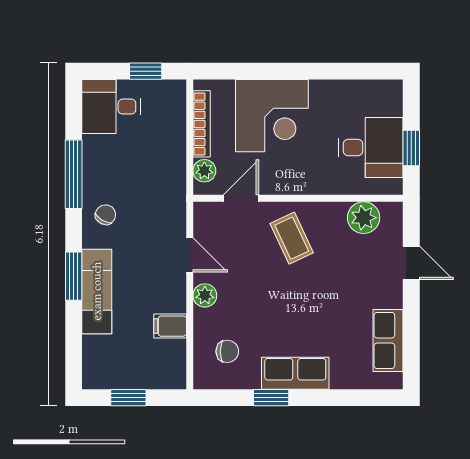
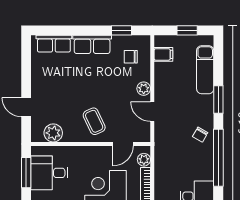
window: (411, 148) -> (26, 173), width x1.50
window: (74, 174) -> (218, 158), width x1.46
exam couch: (97, 291) -> (205, 70), moved
filing cabinet: (170, 326) -> (163, 54), moved
row of seats: (388, 340) -> (54, 44), moved, turned 90
window: (271, 398) -> (121, 30), moved

